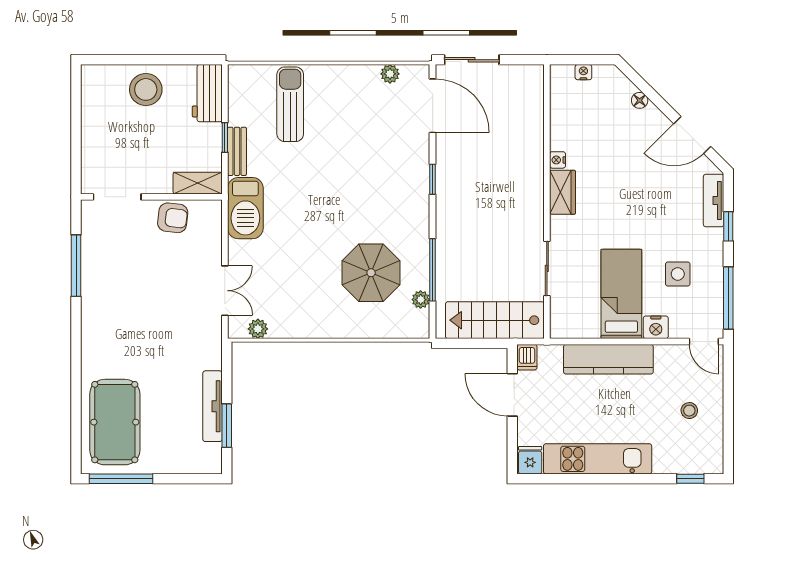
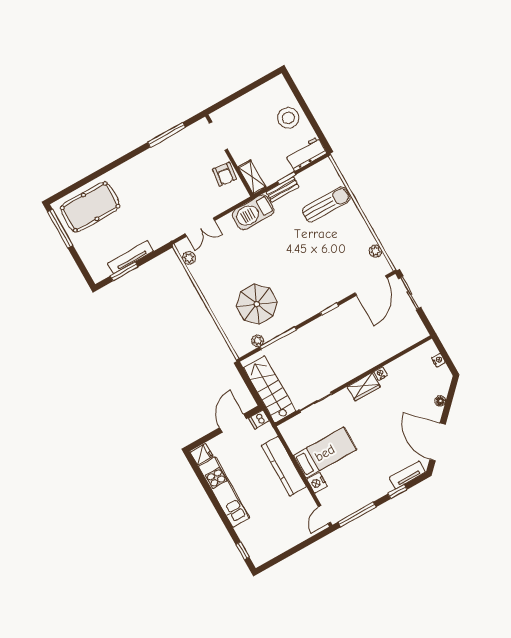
door: (692, 135) -> (438, 442), width x1.36
side table: (678, 274) -> (354, 478), removed
stool: (689, 411) -> (281, 528), removed

